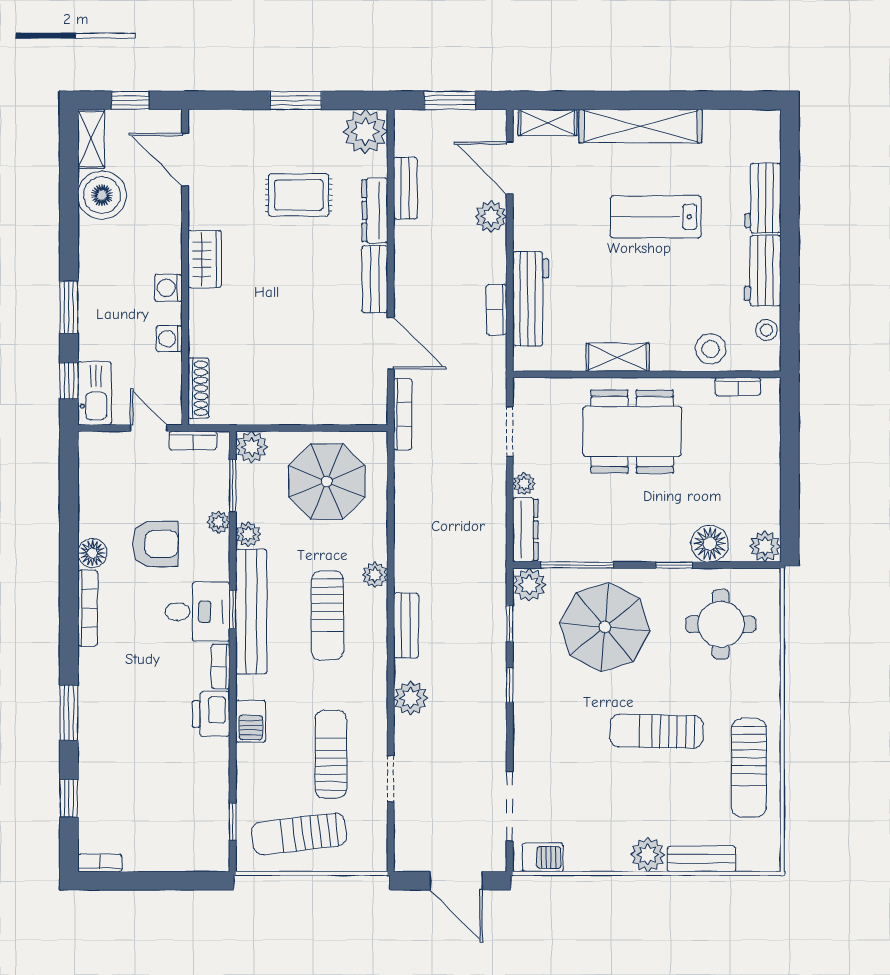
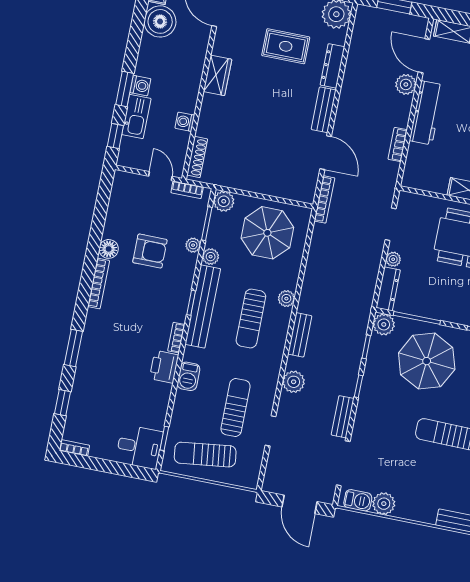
bench: (405, 188) -> (343, 417), moved
washing machine: (168, 288) -> (140, 86), moved, turned 180
workbench: (530, 299) -> (426, 113), moved
kitchen sink: (95, 393) -> (136, 117), moved
desk: (198, 612) -> (139, 447), moved
plant: (648, 855) -> (384, 504), moved

